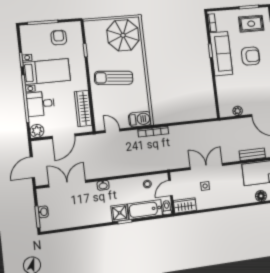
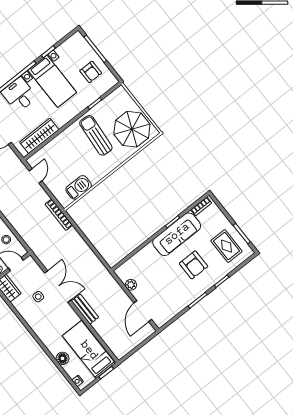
armchair: (59, 38) -> (91, 72), turned 90
sun lounger: (114, 78) -> (96, 135), moved
barbecue: (140, 119) -> (79, 187), moved, turned -90
bench: (252, 154) -> (85, 309), moved

